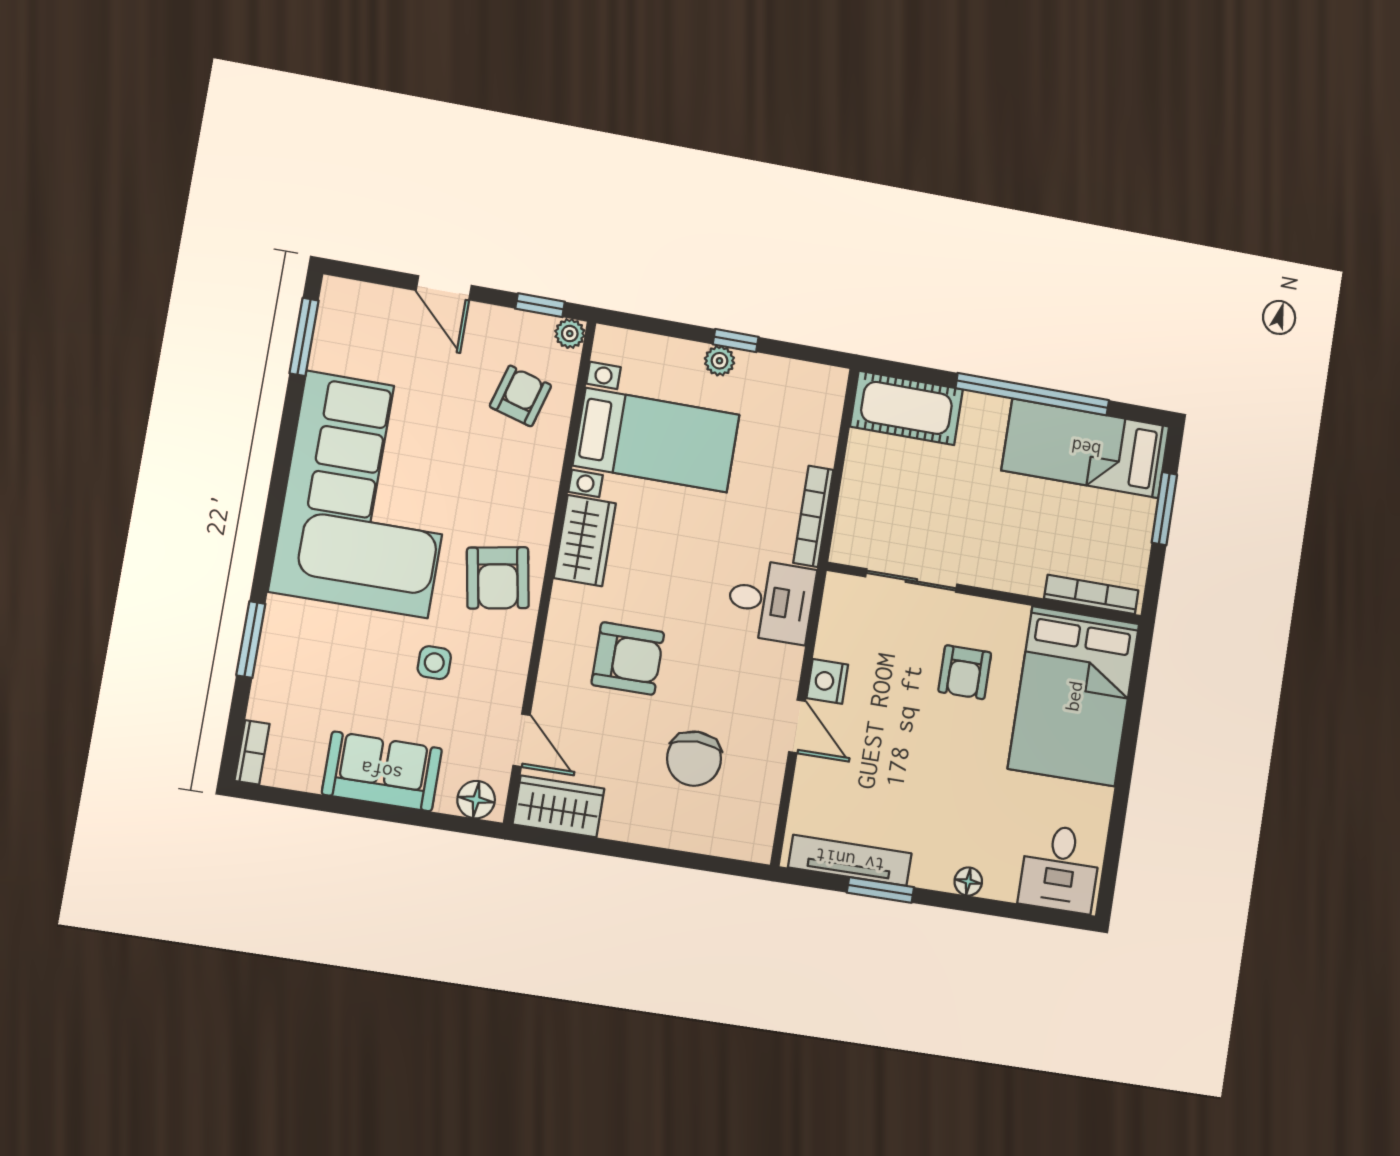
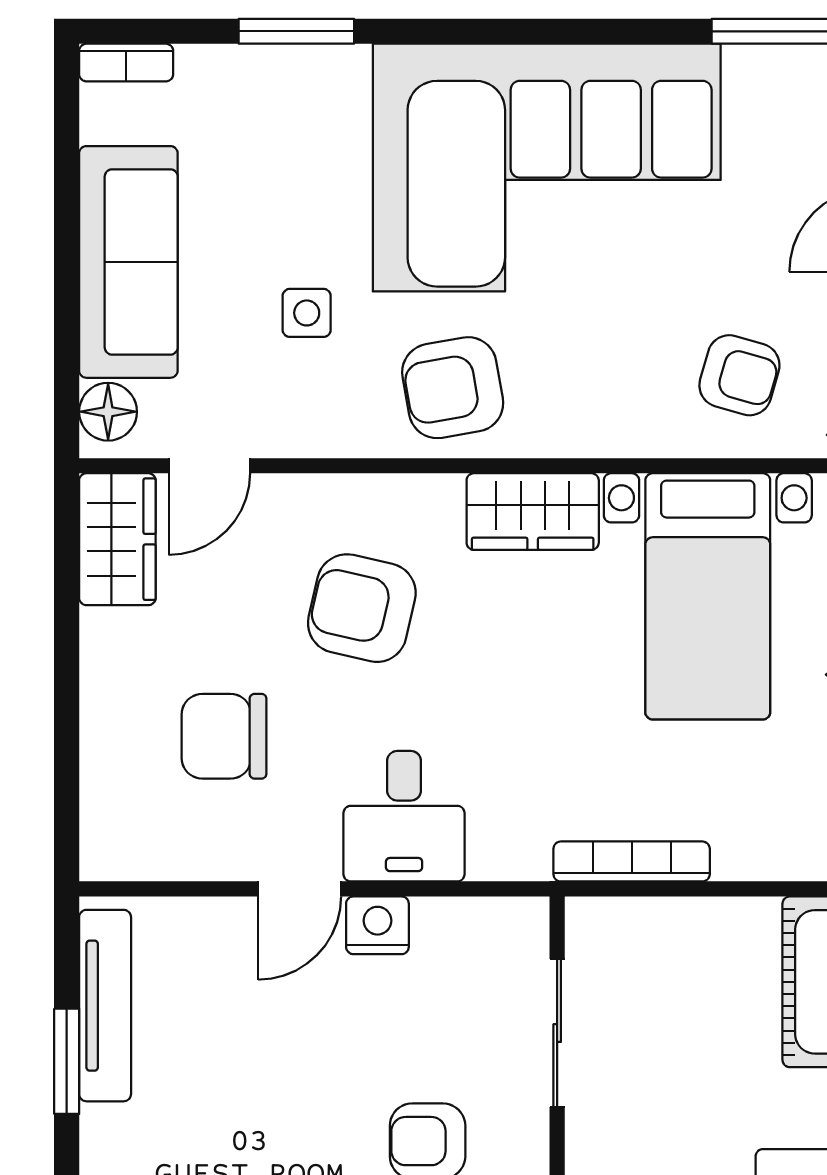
desk: (771, 601) -> (404, 816), moved
armchair: (628, 658) -> (362, 608), turned 103
sofa: (382, 771) -> (128, 262), width x1.36

